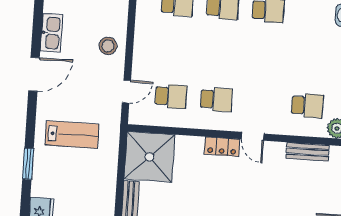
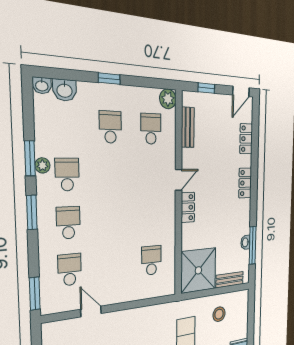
stool: (108, 46) -> (219, 314), moved
door: (126, 92) -> (91, 311), moved
school desk: (216, 99) -> (110, 127), moved

